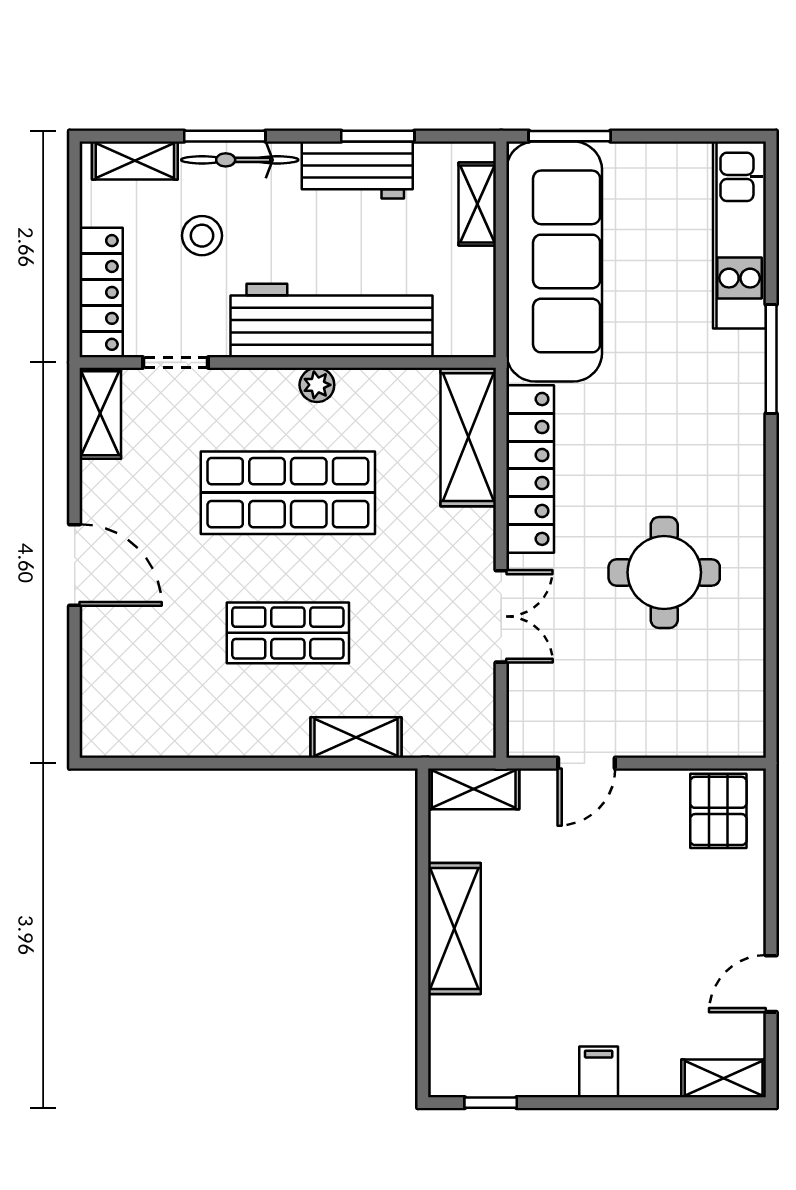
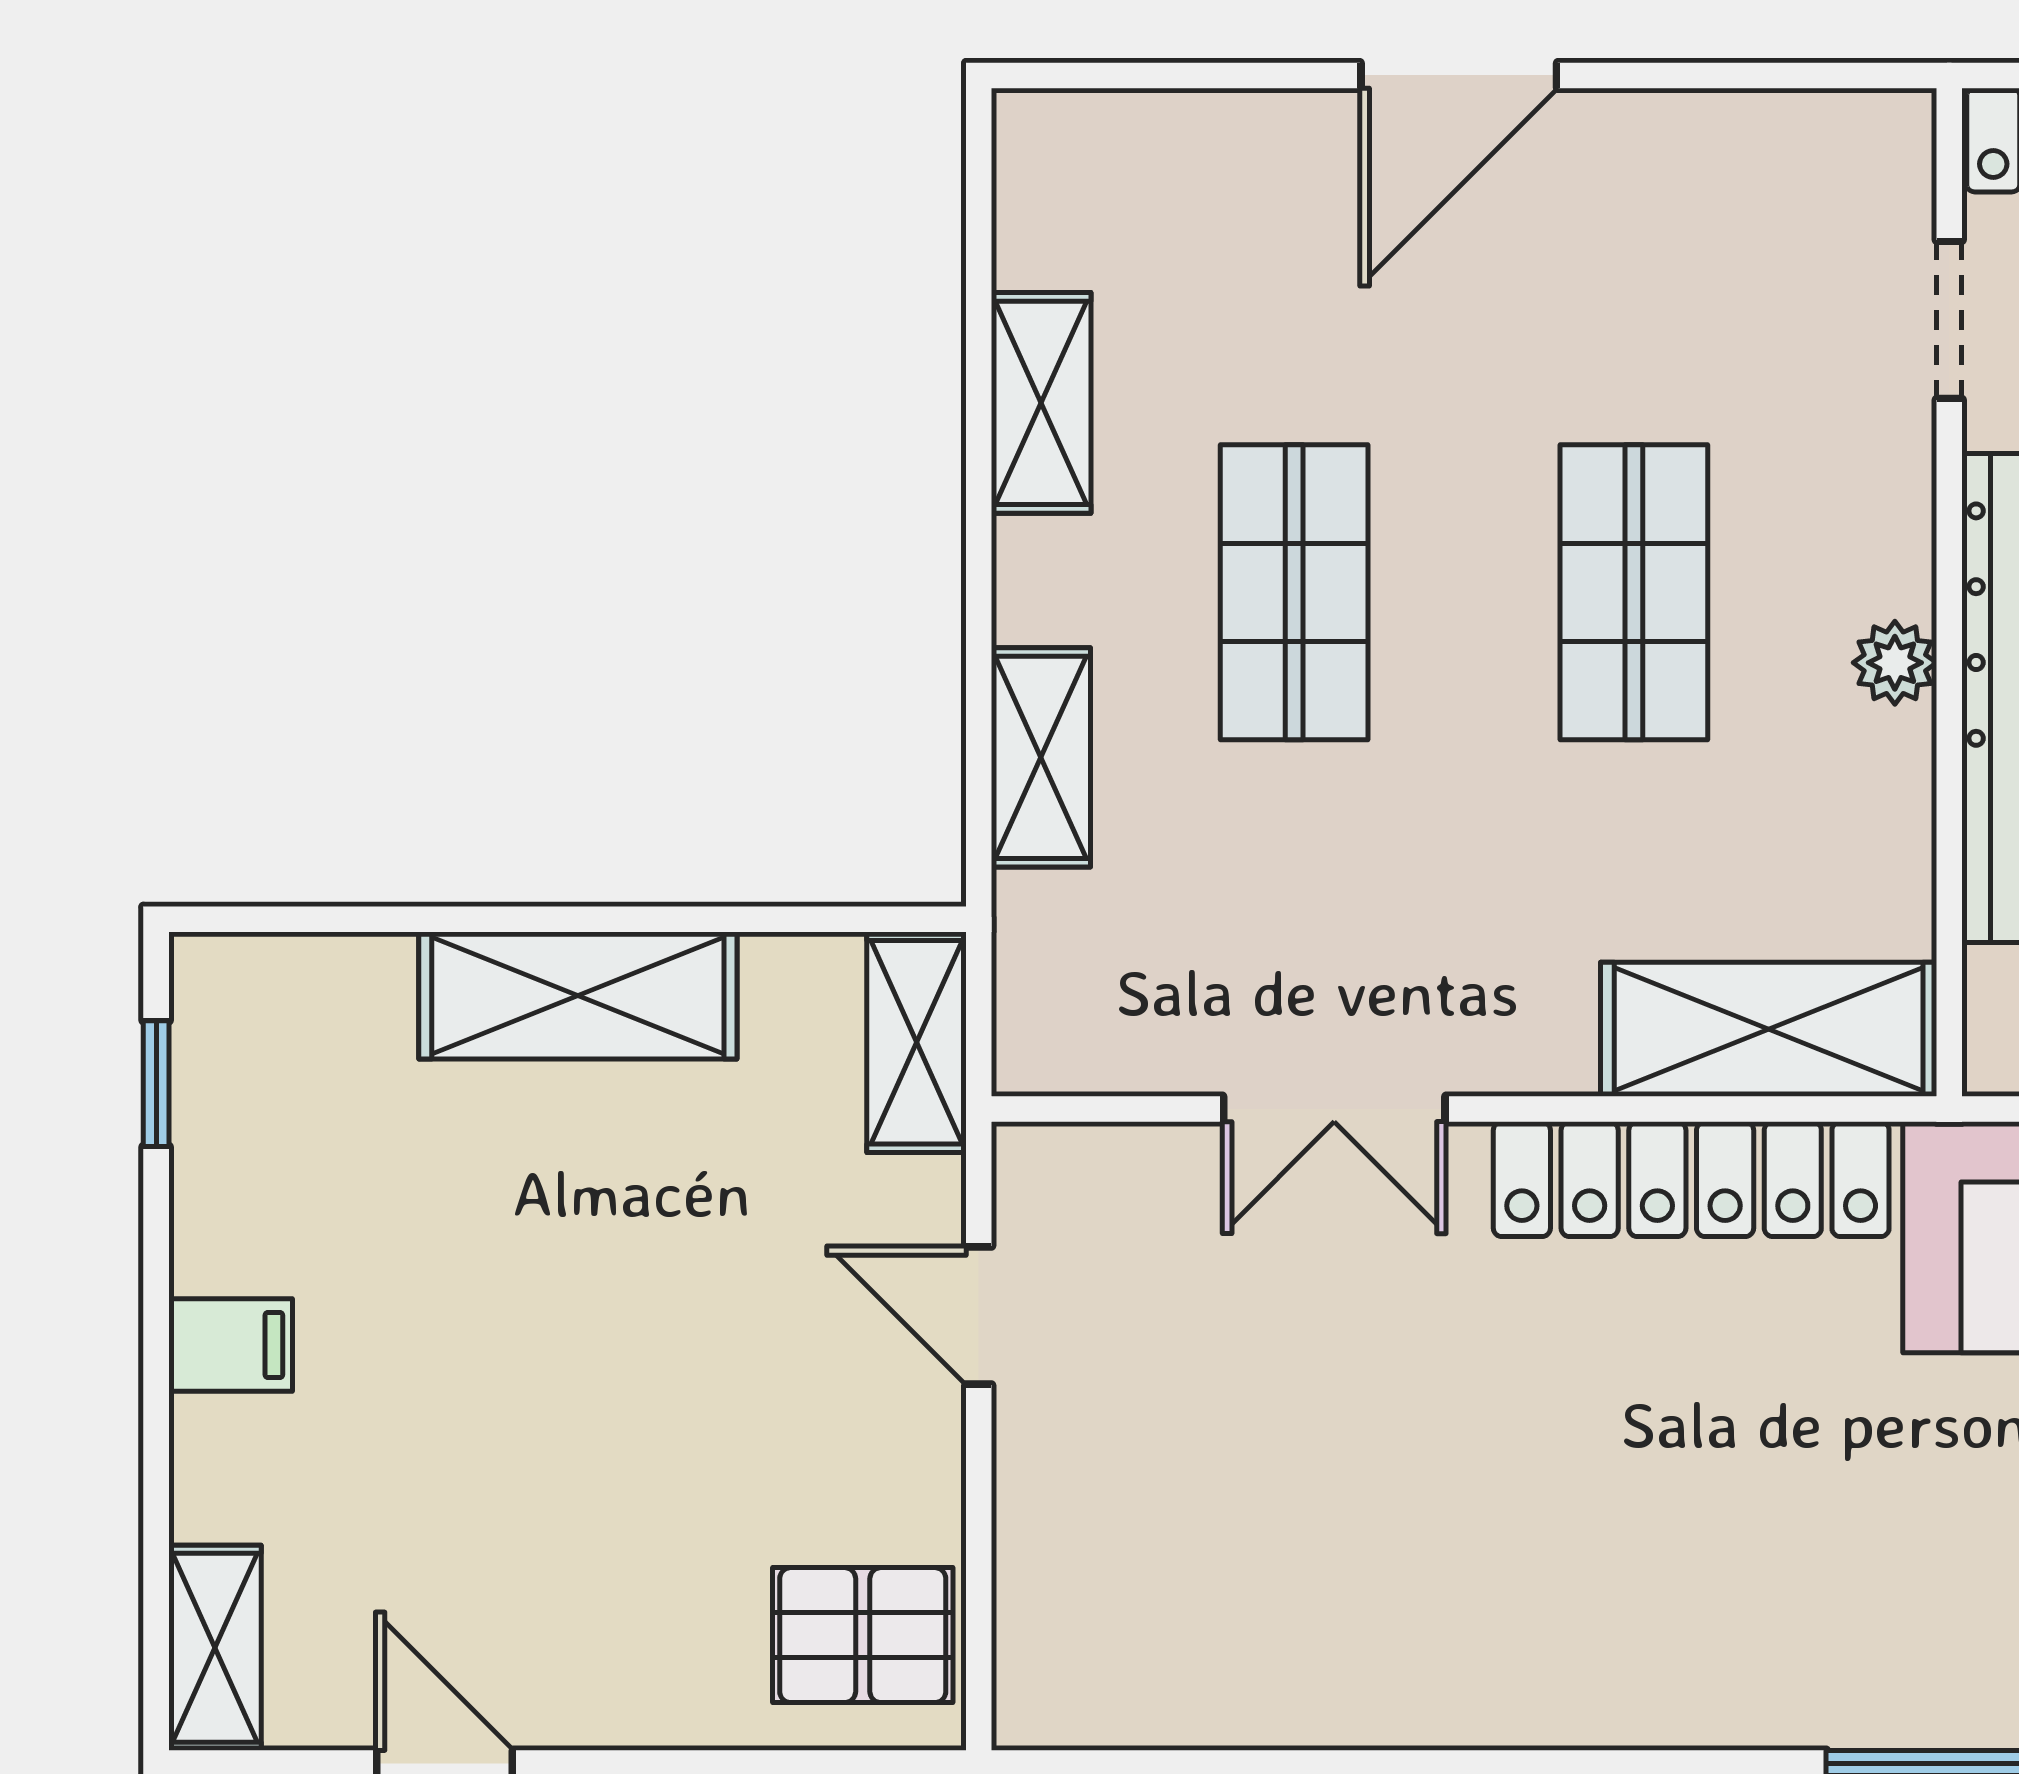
shelving: (100, 413) -> (1041, 403), moved, turned 90
shop shelf: (288, 493) -> (1634, 592), width x0.70, depth x0.74
round table: (664, 572) -> (1440, 1504), removed

